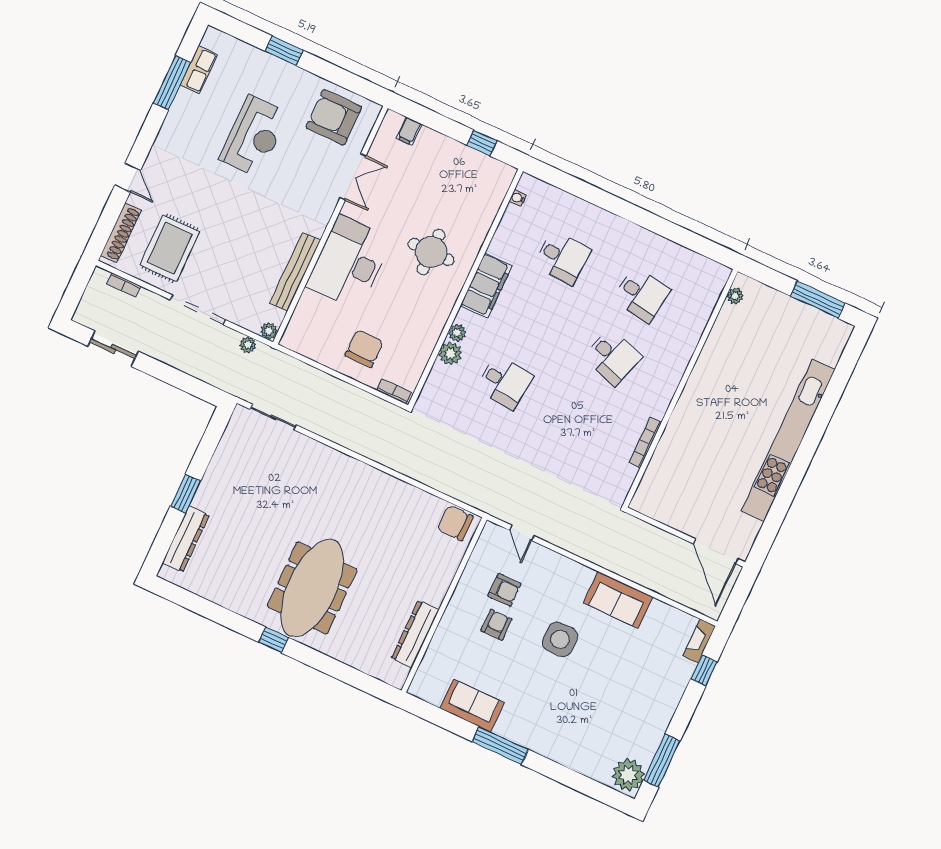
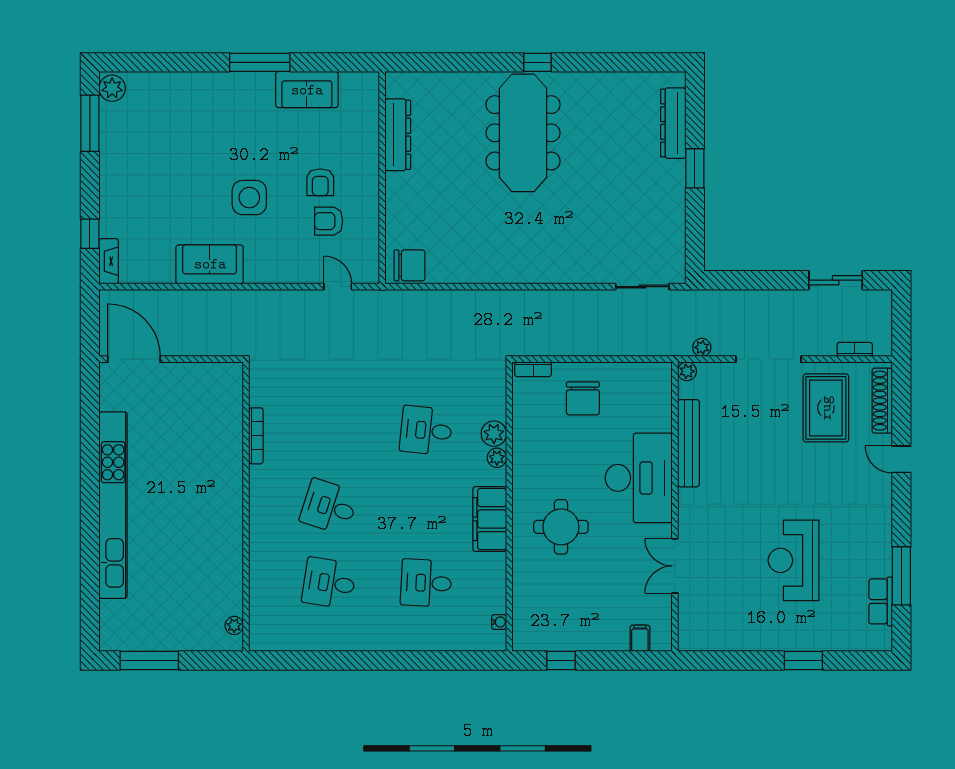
armchair: (334, 117) -> (722, 617), removed
plant: (628, 775) -> (112, 88), width x0.73, depth x0.73

